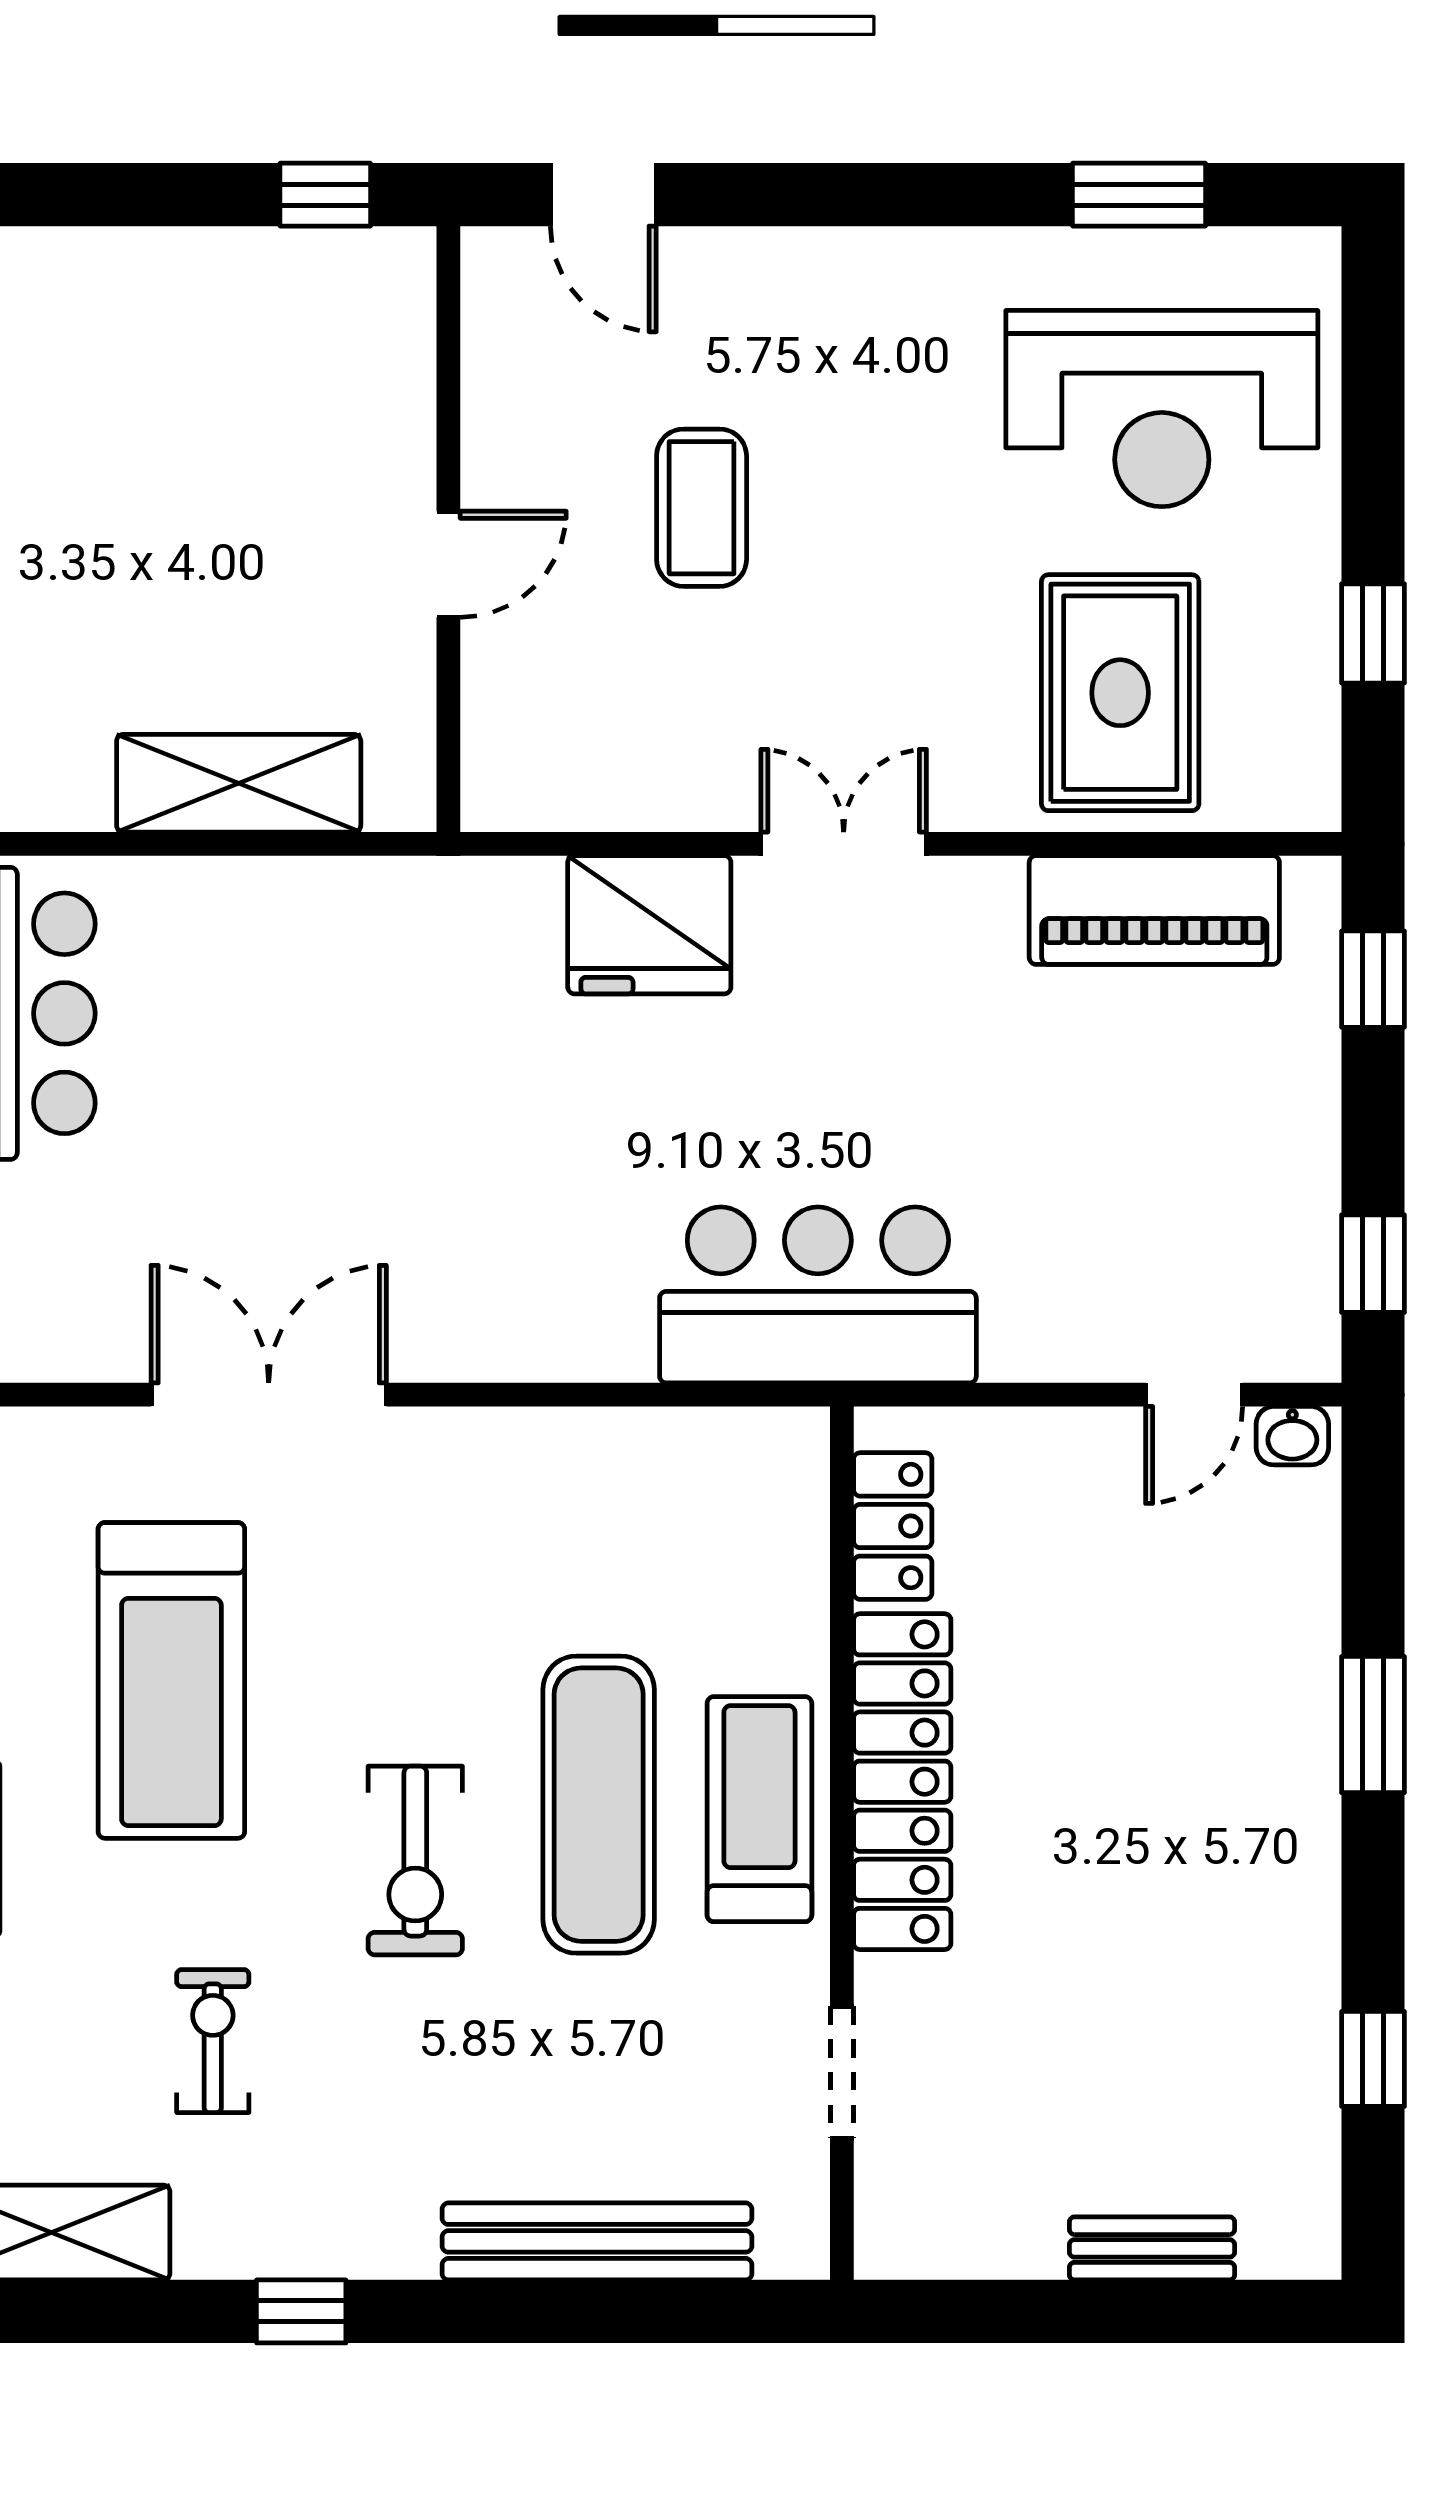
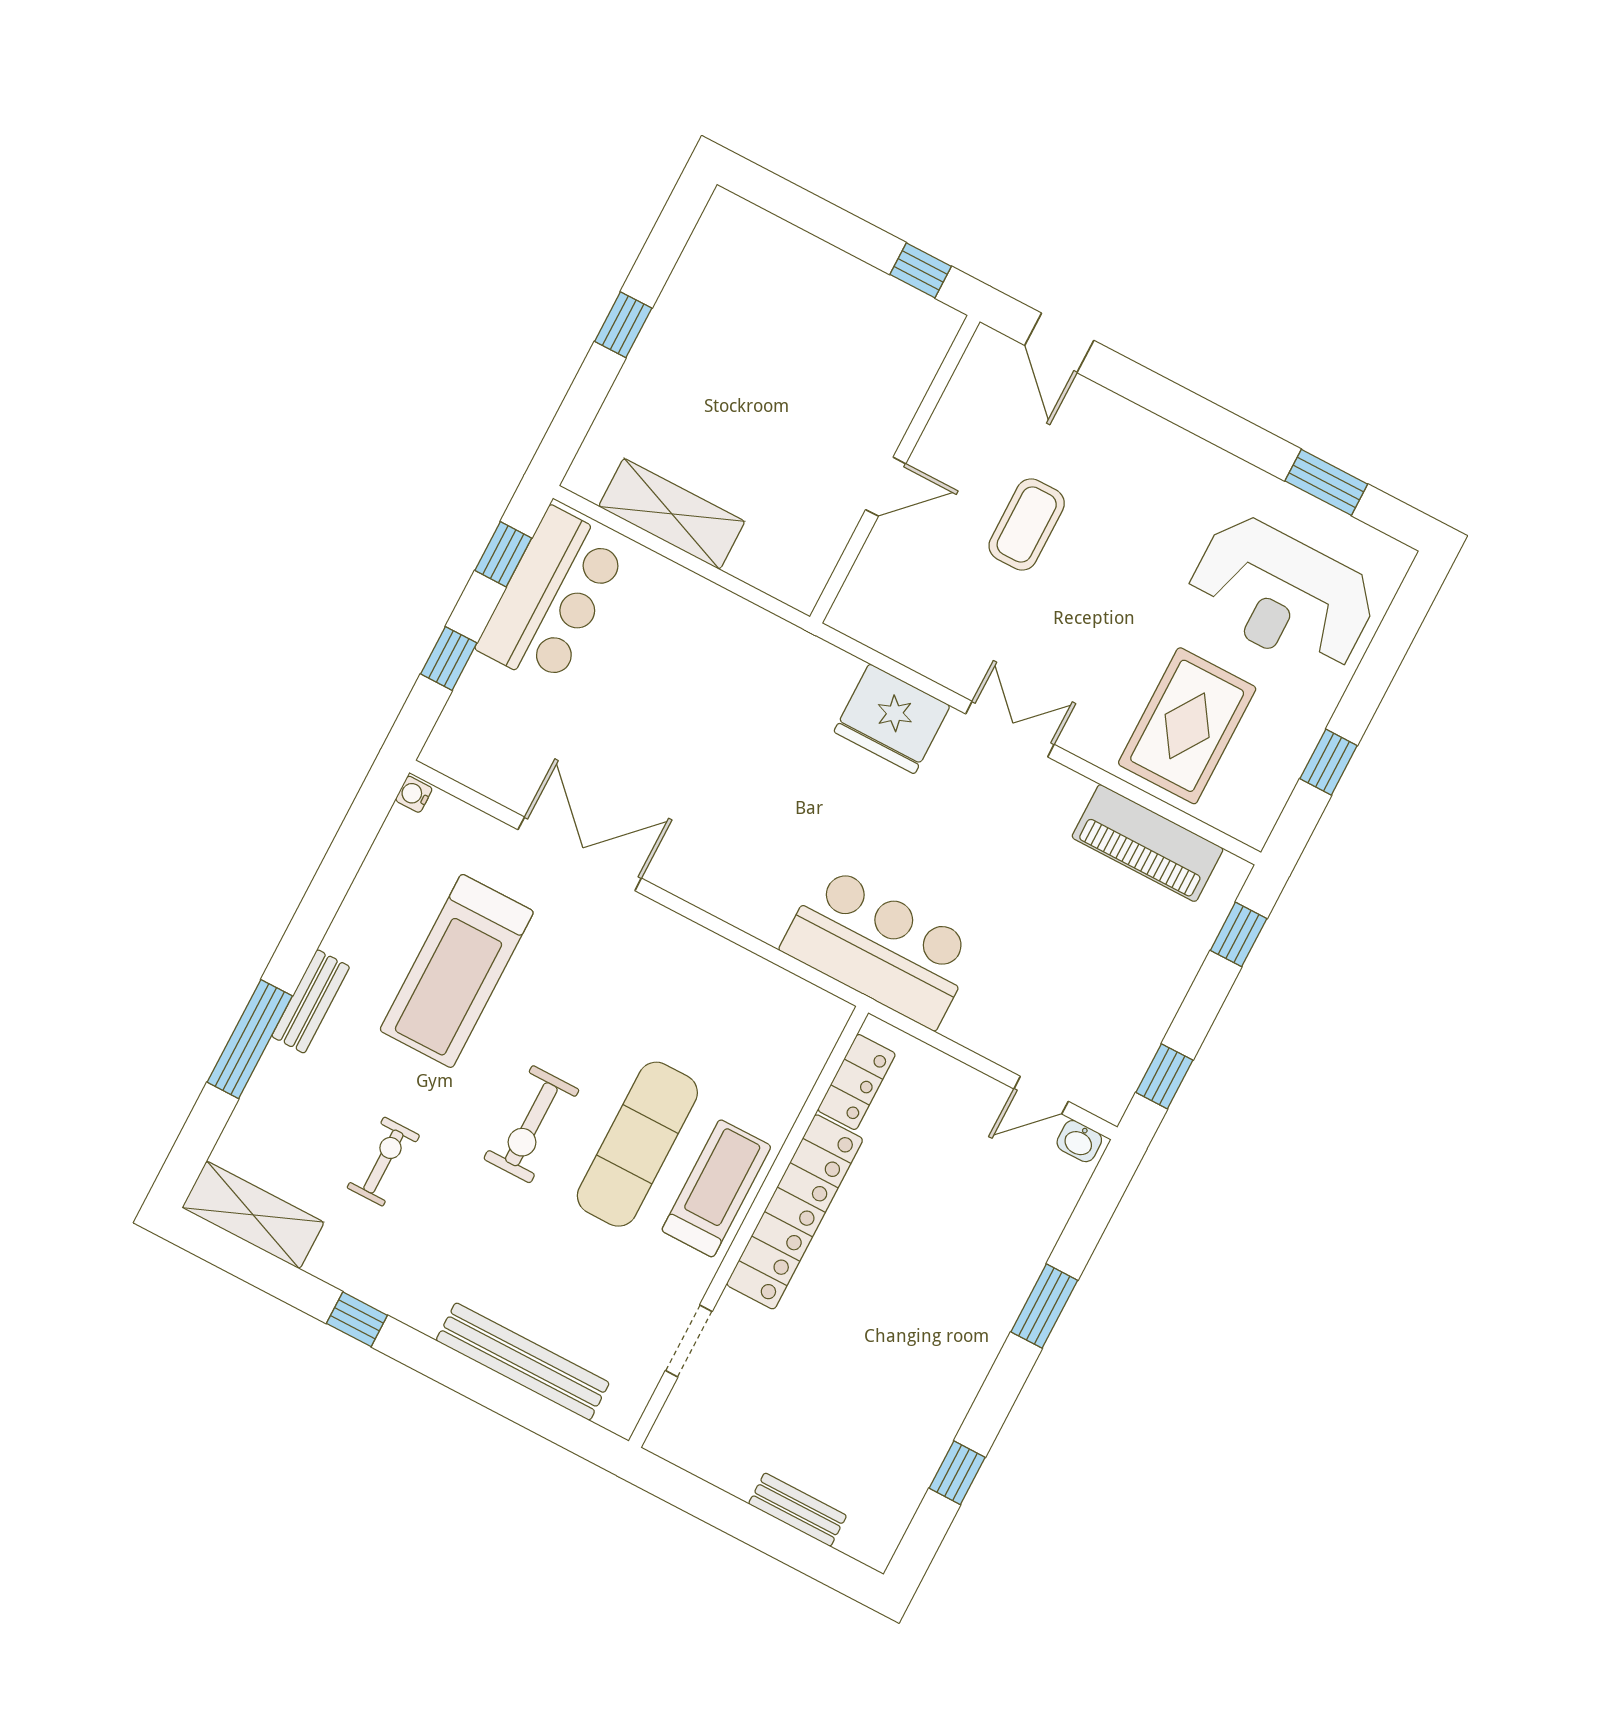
shelving: (239, 783) -> (672, 514), moved

